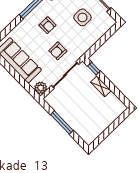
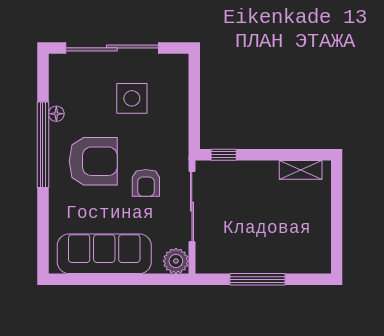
armchair: (47, 25) -> (93, 161), width x1.88, depth x1.88
shelving: (101, 86) -> (301, 170), moved

